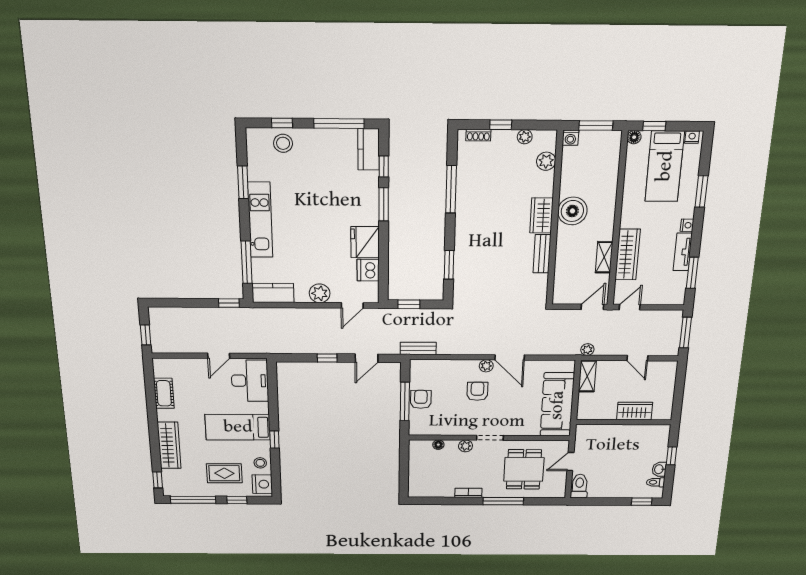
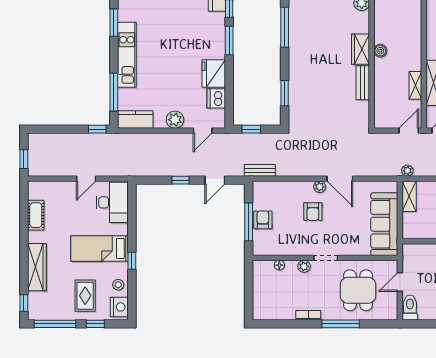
boiler: (572, 211) -> (380, 51), width x0.54, depth x0.54
armchair: (477, 391) -> (313, 212), turned 180
rug: (224, 473) -> (85, 296), turned 90

